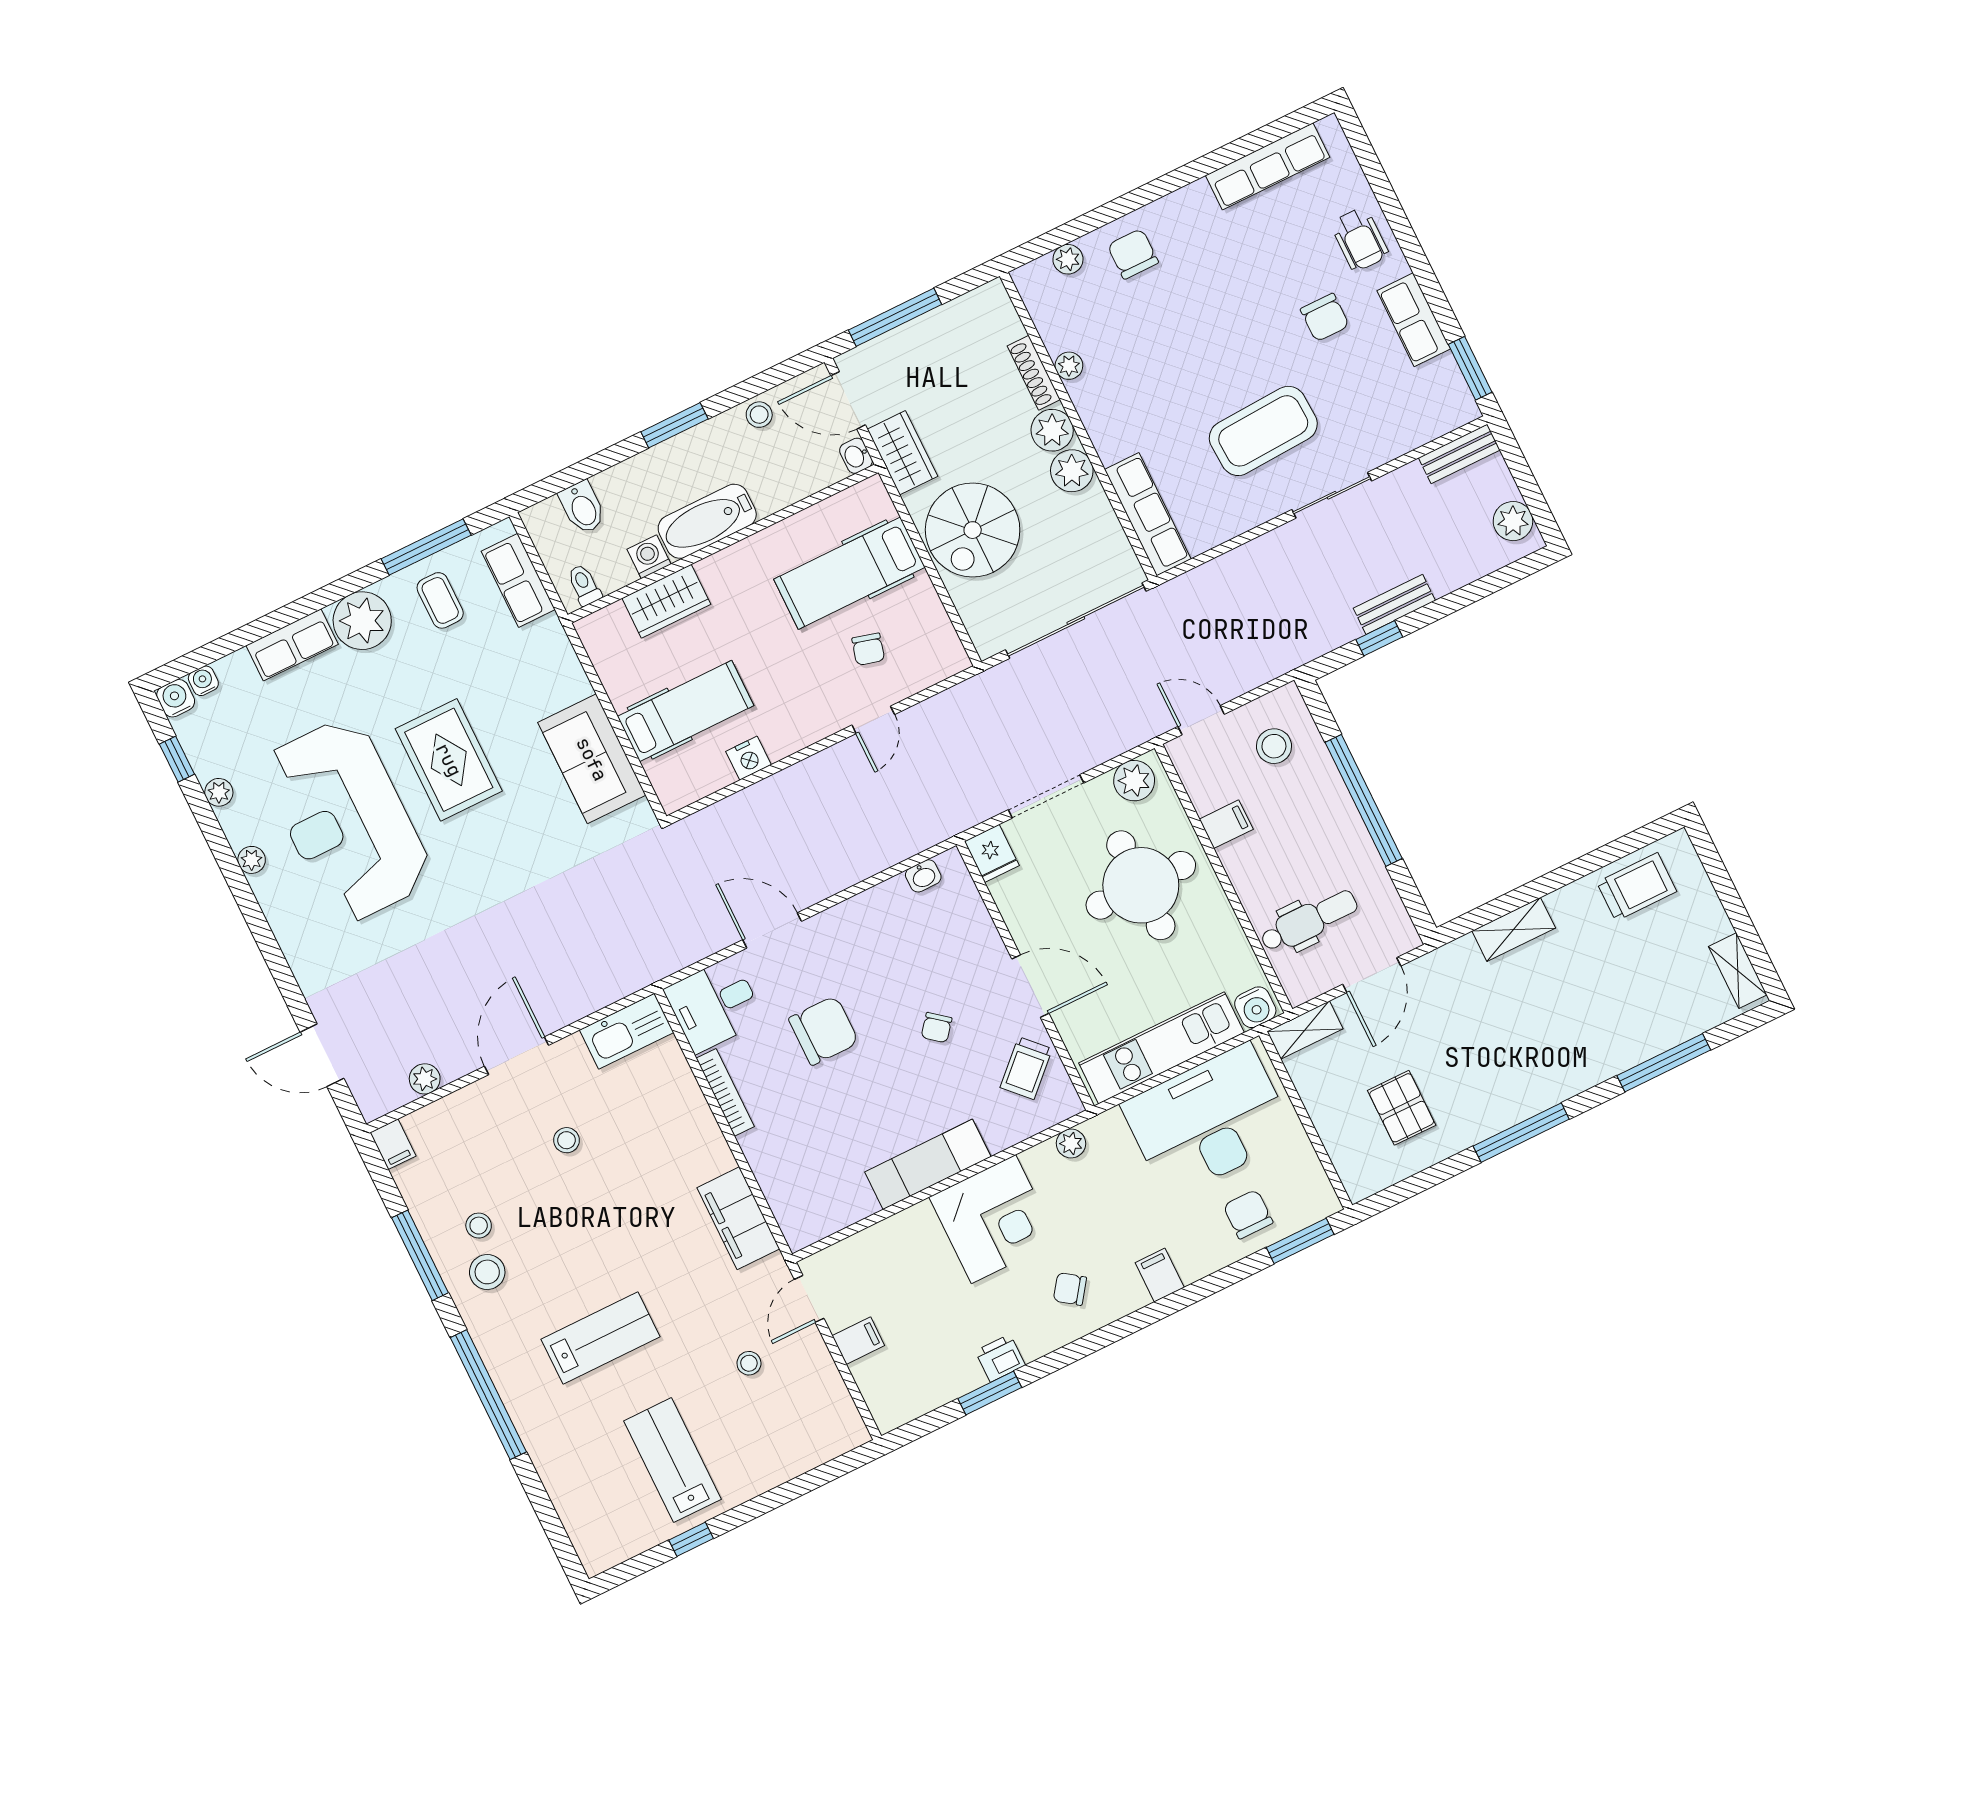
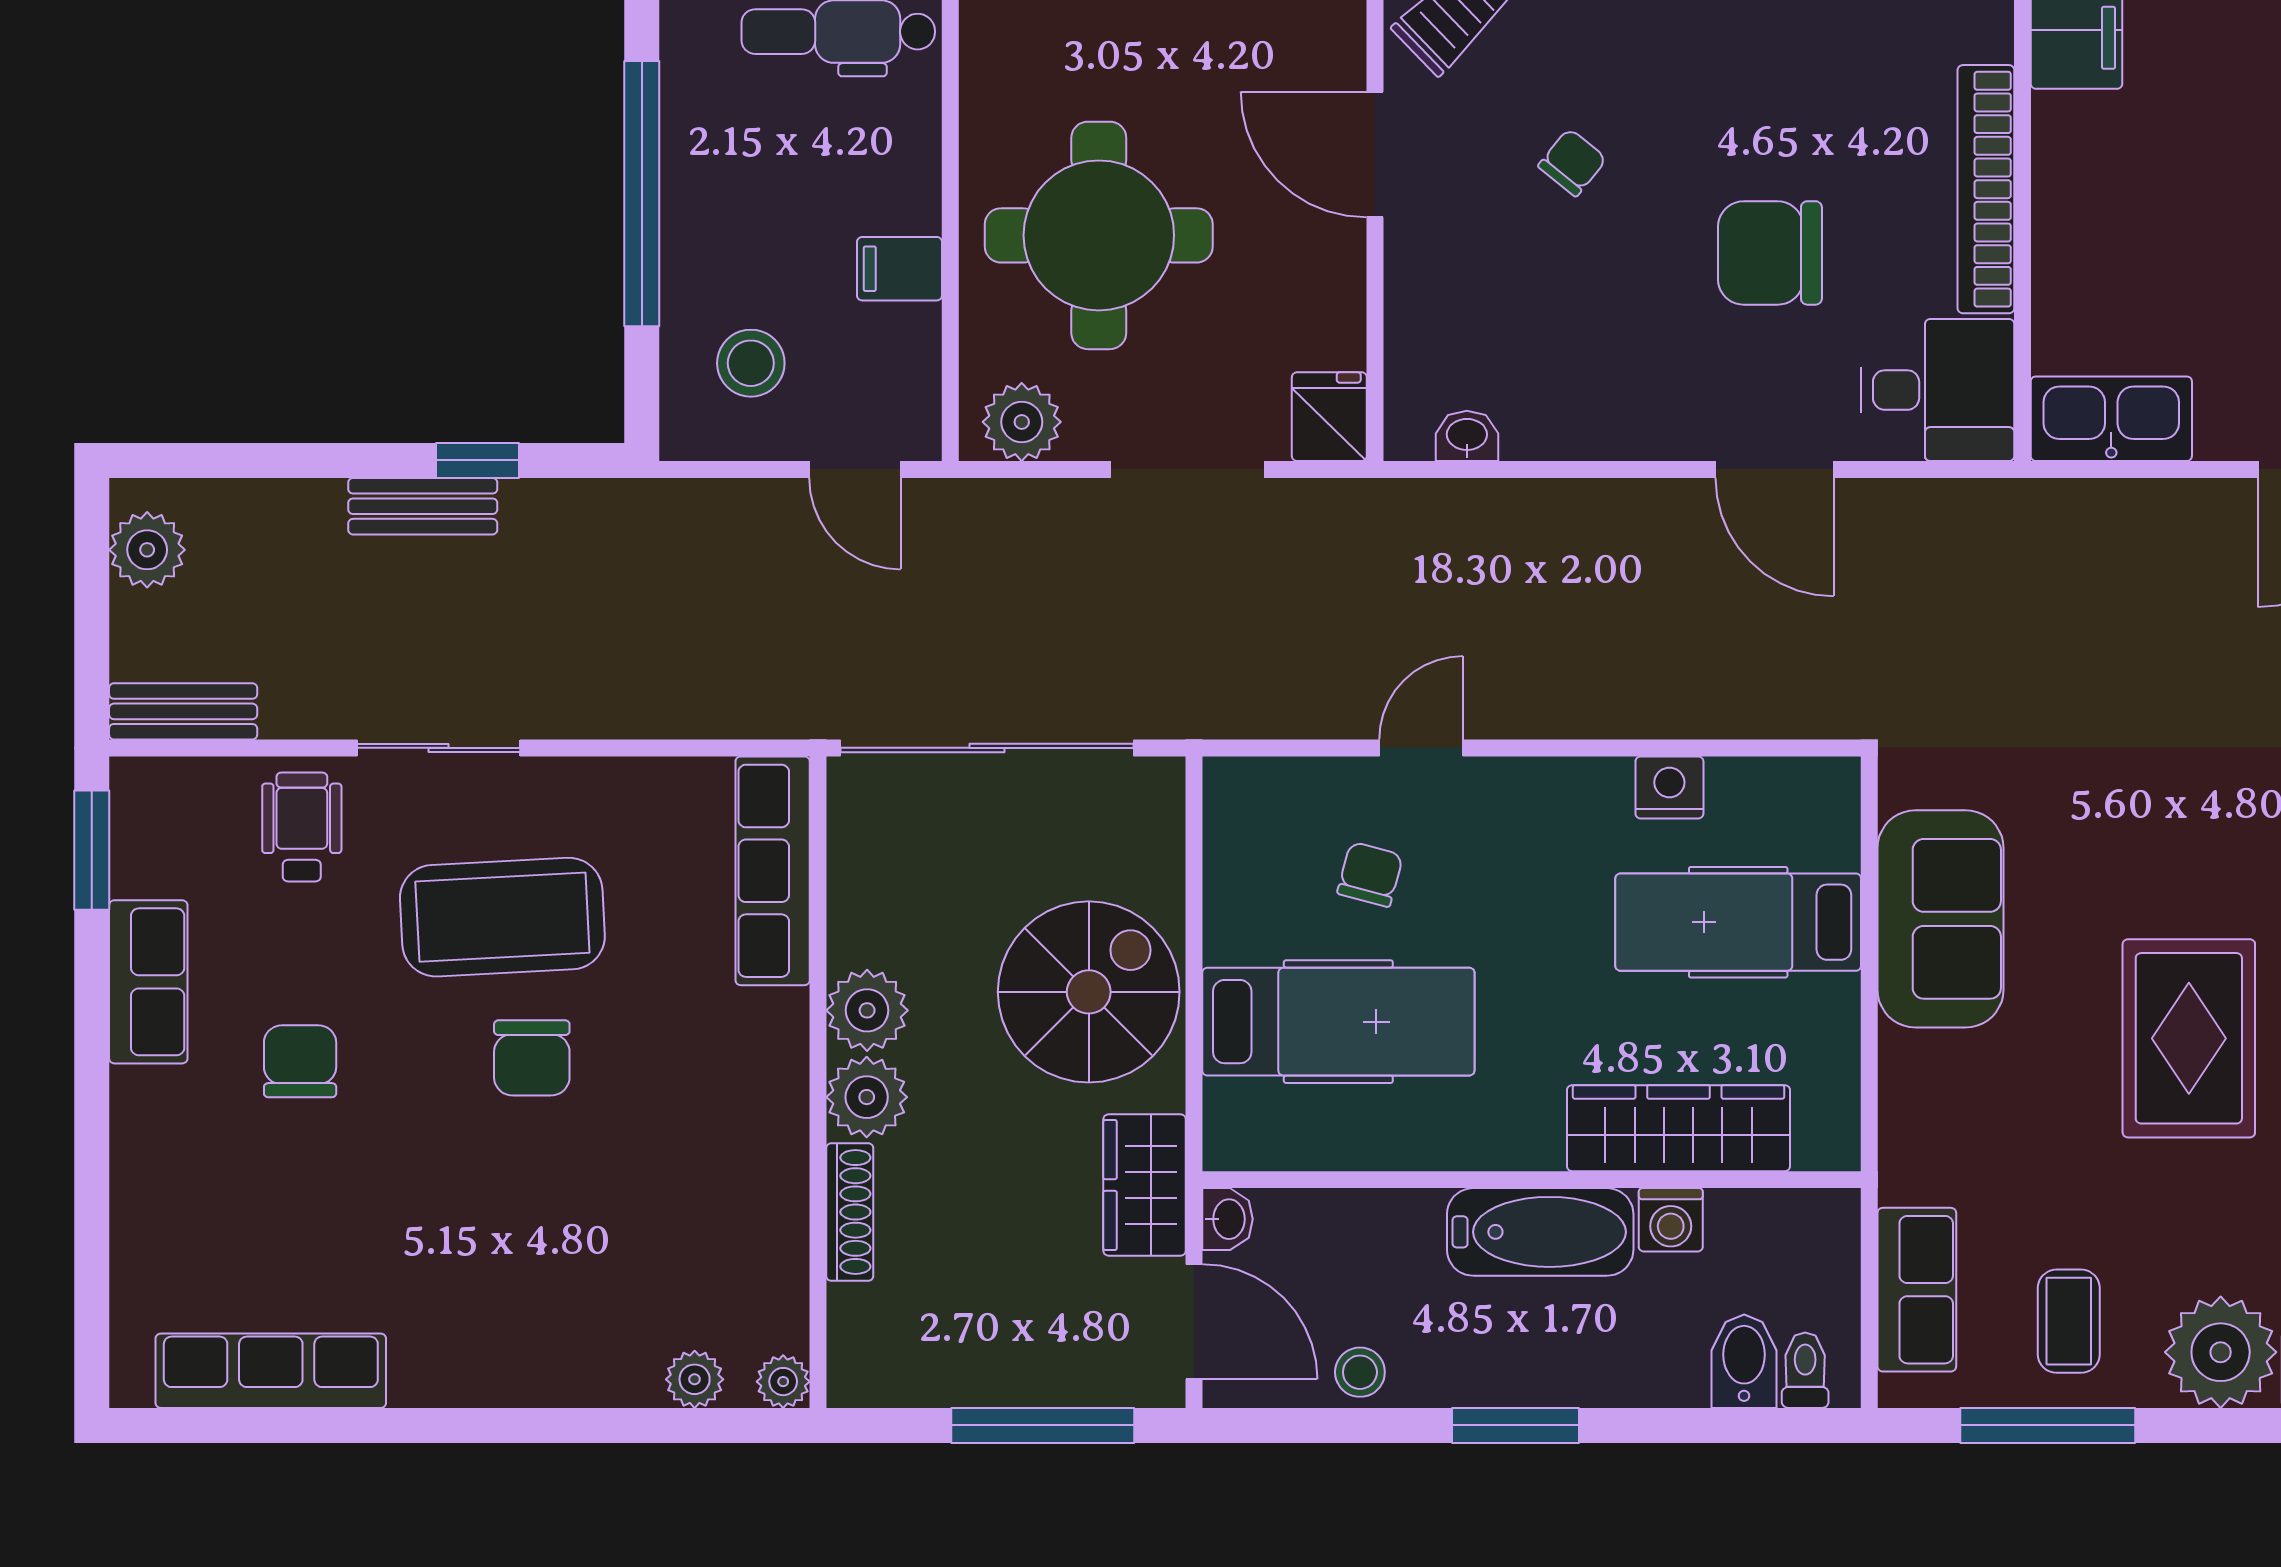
wheelchair: (1360, 239) -> (302, 827), moved
chair: (1133, 254) -> (532, 1058), moved
plant: (1069, 366) -> (783, 1382), moved
toilet: (584, 585) -> (1805, 1370), moved, turned 180
wardrobe: (666, 601) -> (1678, 1128), width x1.50
bookcase: (725, 1092) -> (1986, 189), width x1.48, depth x1.31

